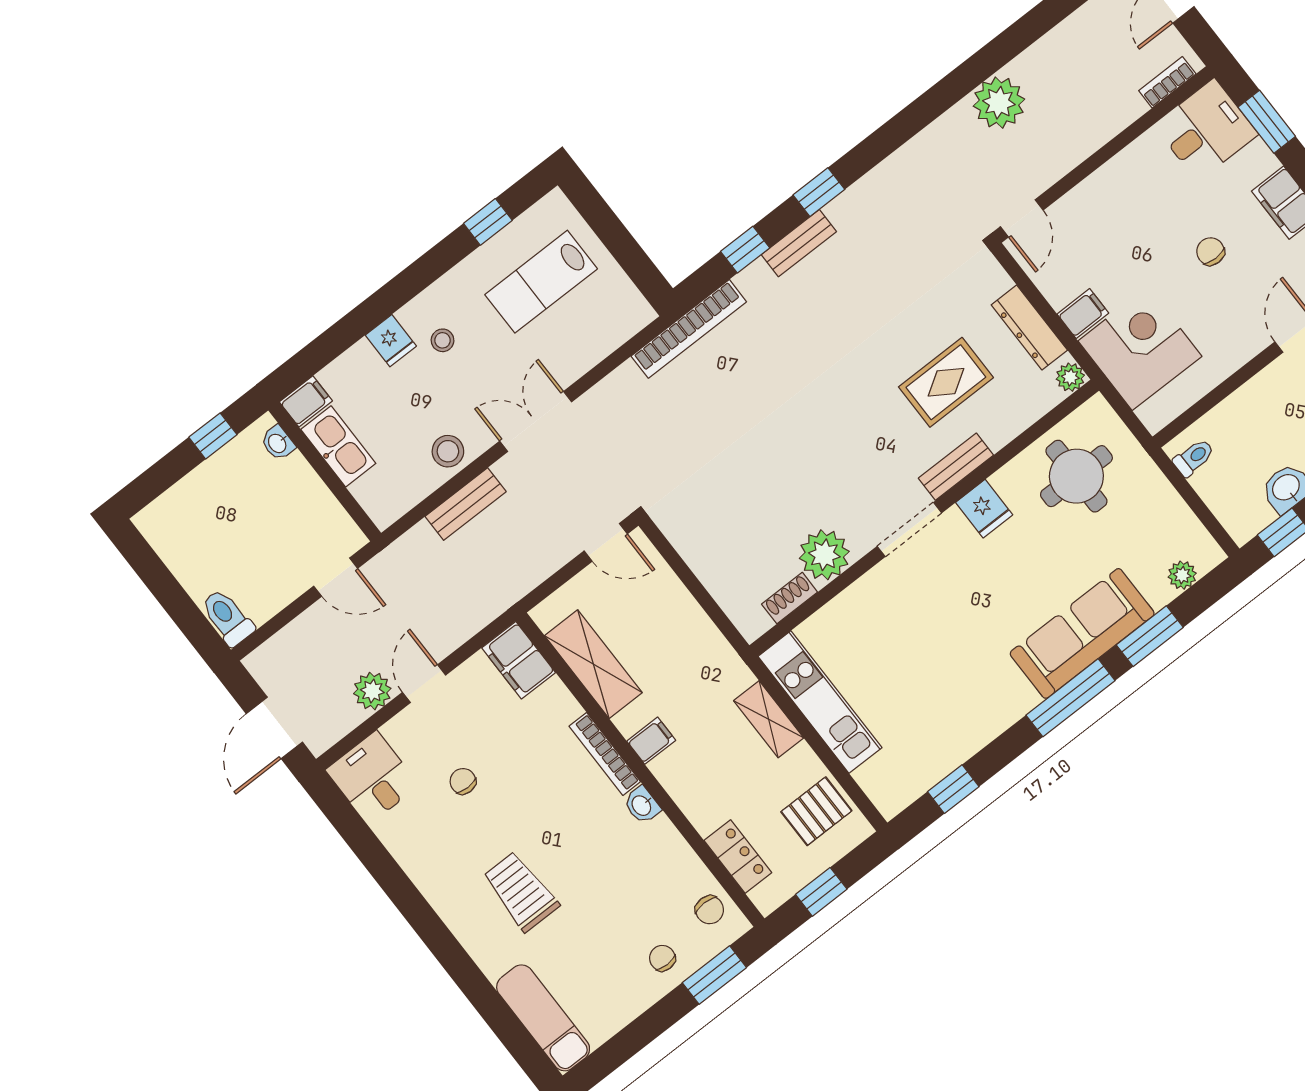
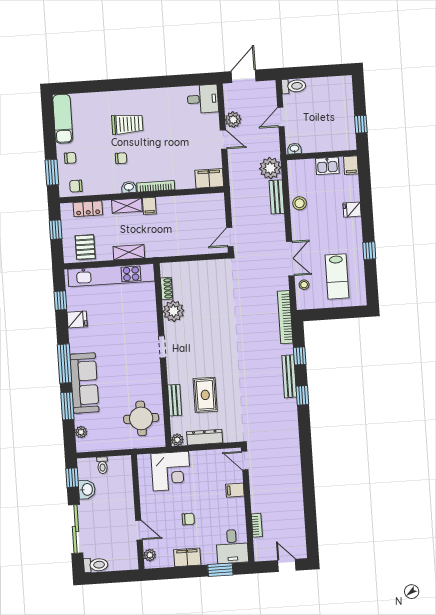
bookcase: (1167, 82) -> (257, 525), moved
plant: (999, 103) -> (270, 168), moved
window: (488, 222) -> (369, 251), moved
bench: (799, 243) -> (289, 376), width x1.36
lab bench: (541, 282) -> (337, 276), turned 180
filing cabinet: (1083, 314) -> (235, 490), moved, turned 90
stool: (443, 340) -> (304, 285), moved
double door: (536, 421) -> (290, 259), moved
washbasin: (278, 443) -> (294, 149), moved
kitchen sink: (338, 446) -> (327, 166), width x0.73
toilet: (1194, 458) -> (102, 465), moved
bench: (956, 467) -> (175, 400), moved
fridge: (984, 509) -> (77, 319), moved, turned 180
doorway: (909, 530) -> (162, 347), width x0.73
door: (336, 577) -> (281, 117), moved
shelving: (593, 664) -> (127, 206), moved, width x0.67, depth x0.75
kitchen unit: (820, 702) -> (111, 275), width x1.36
door: (274, 728) -> (244, 76), hinge flipped
chair: (463, 781) -> (121, 158), moved
exam couch: (543, 1018) -> (63, 119), moved, turned -90

